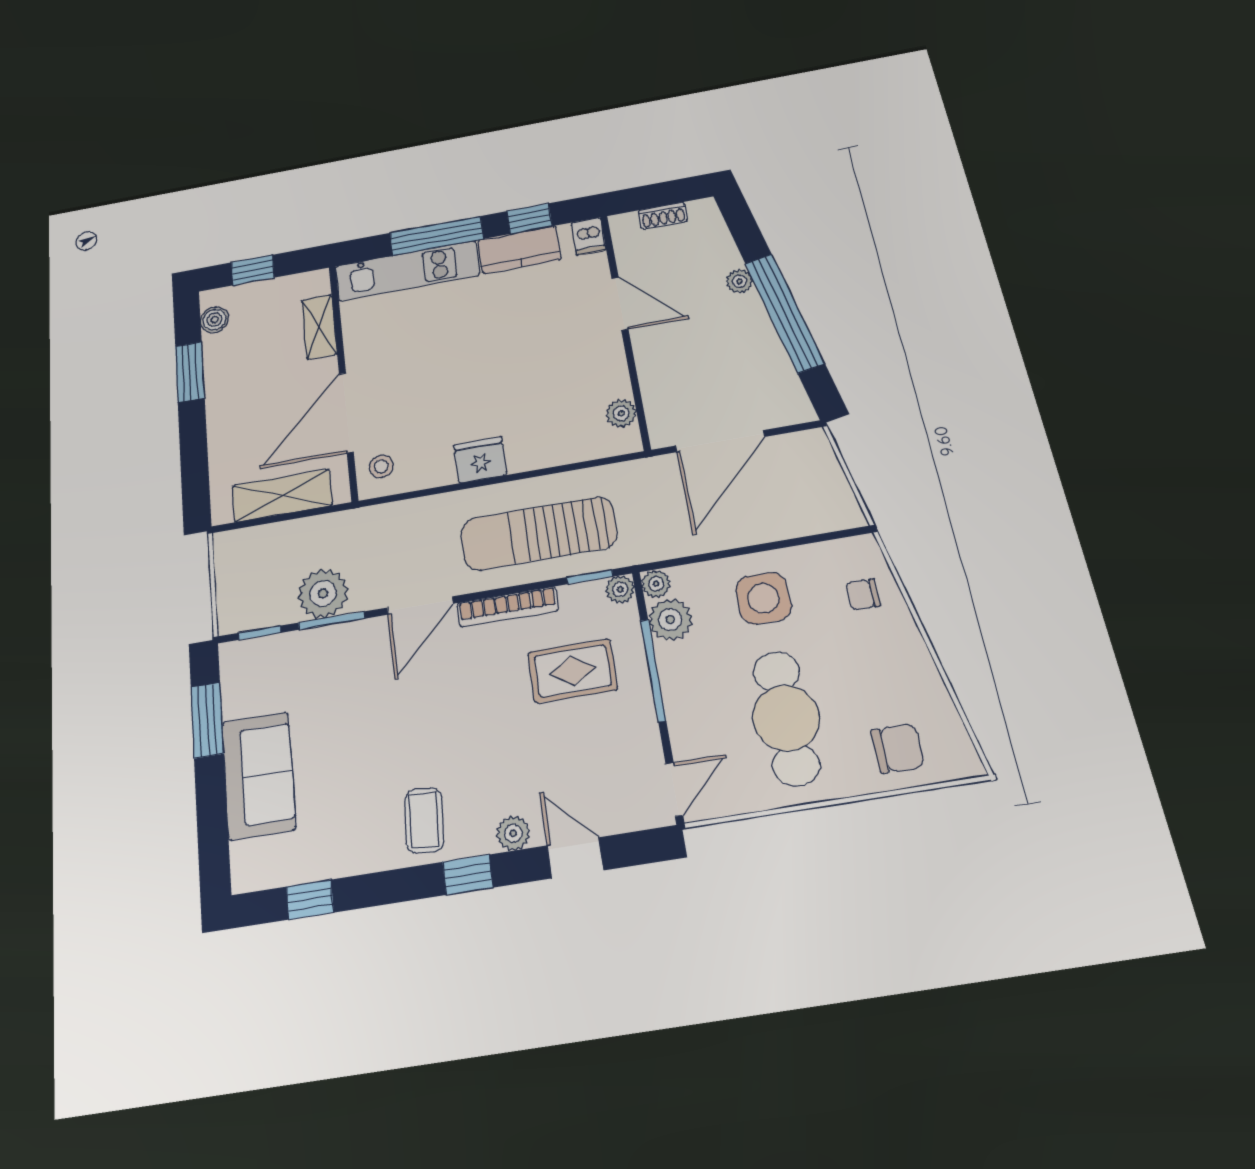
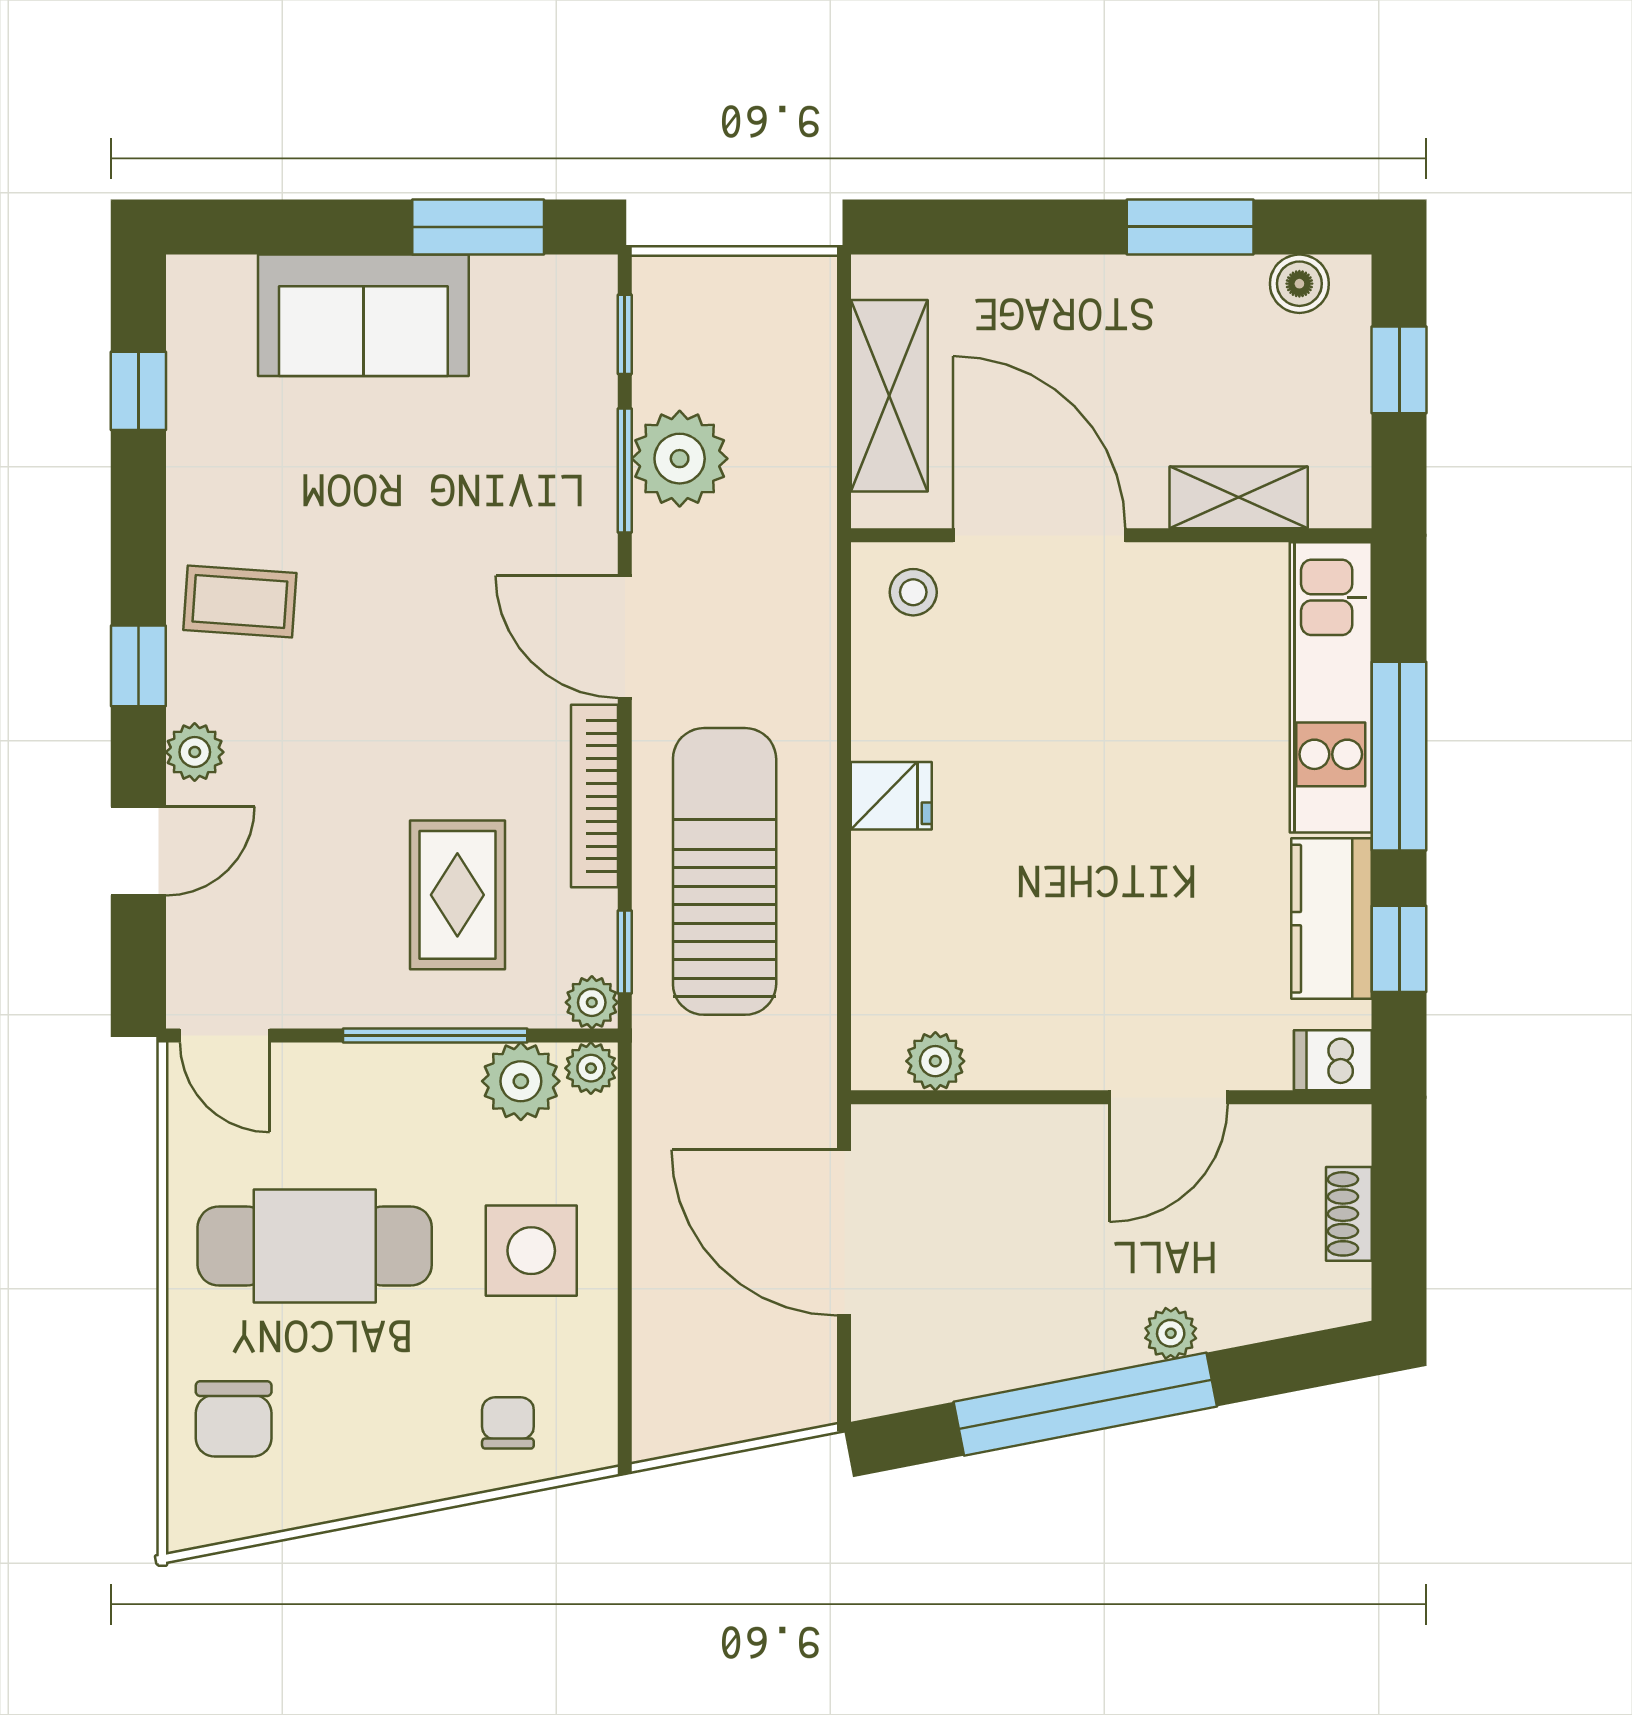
fridge: (480, 460) -> (891, 796), width x0.72

